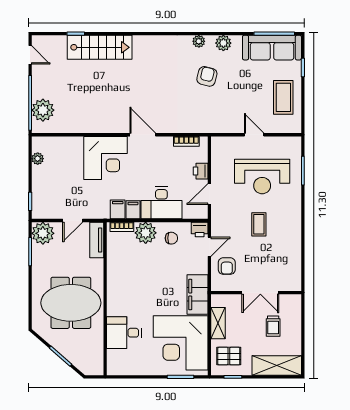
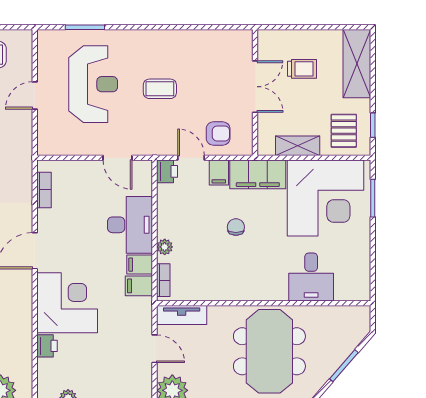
printer: (201, 171) -> (47, 346), moved, turned -90
plant: (146, 233) -> (165, 247), width x0.53, depth x0.53
chair: (171, 238) -> (236, 227), moved
filing cabinet: (199, 267) -> (219, 173), added

